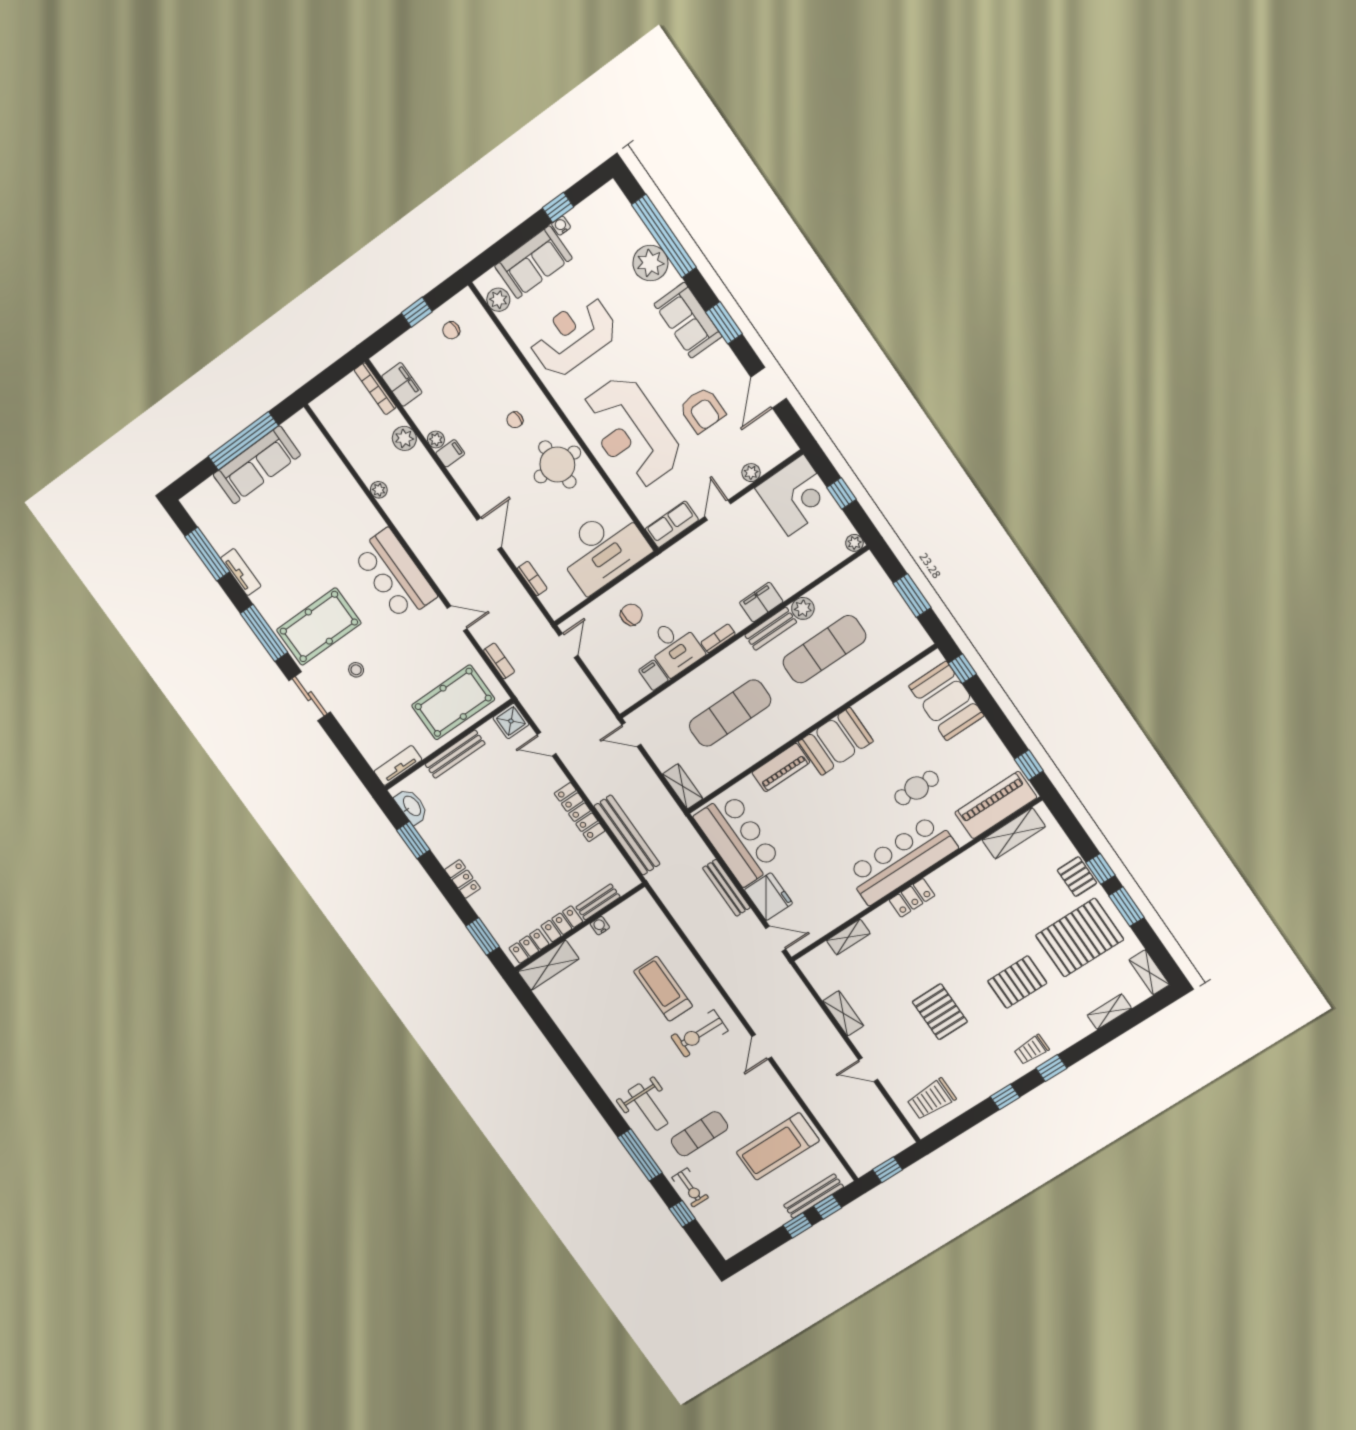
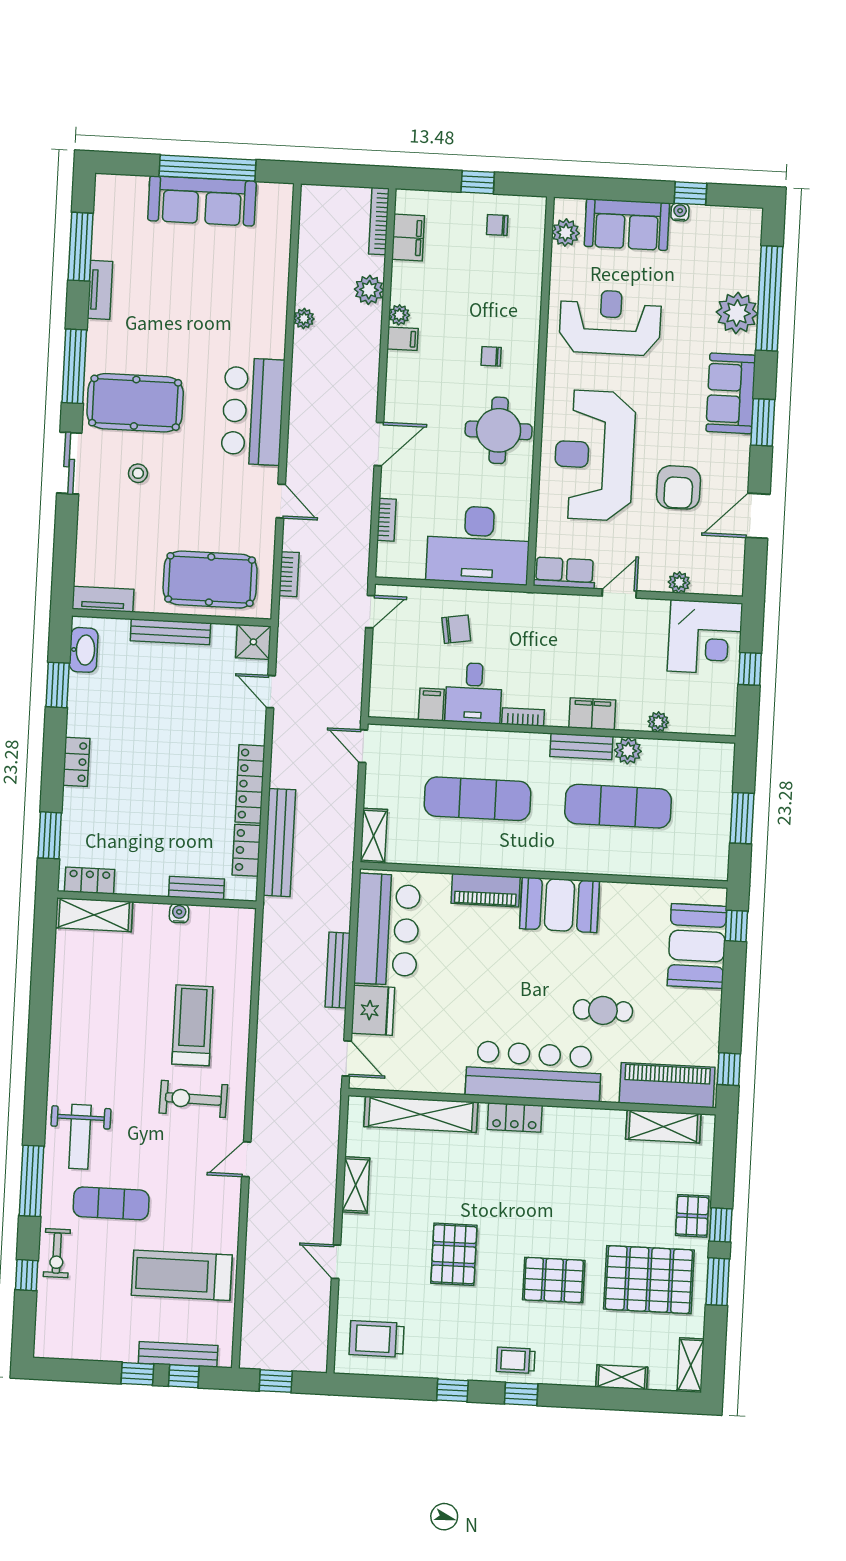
plant: (854, 543) -> (658, 722), moved
locker: (562, 924) -> (246, 850), moved, turned -90
shelving: (848, 937) -> (421, 1114), width x2.20, depth x1.33

